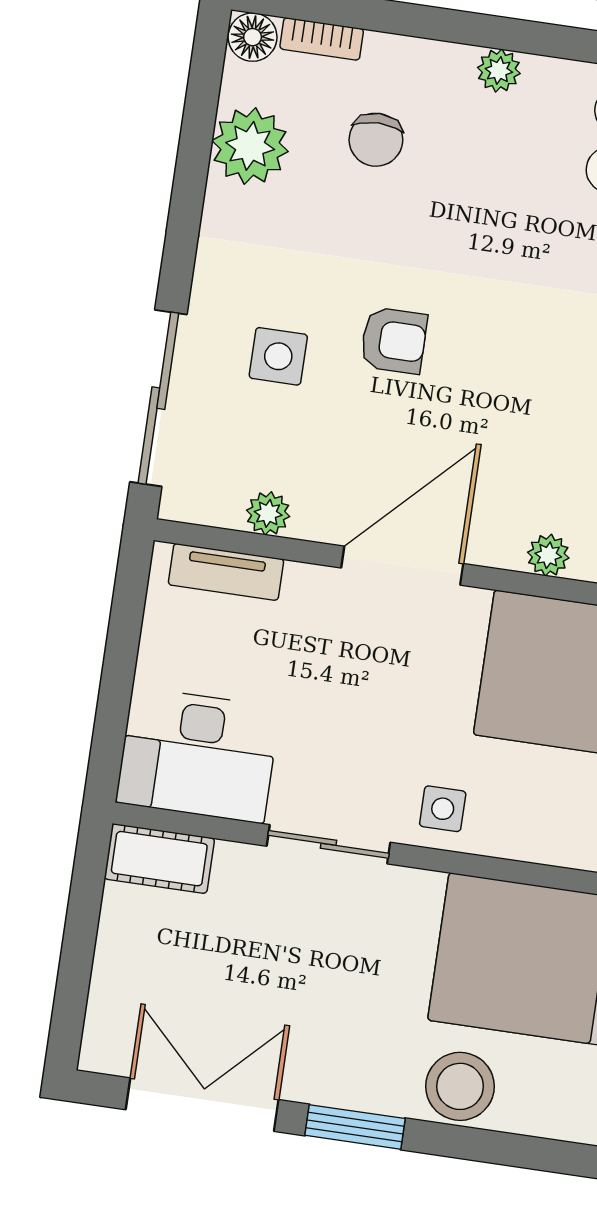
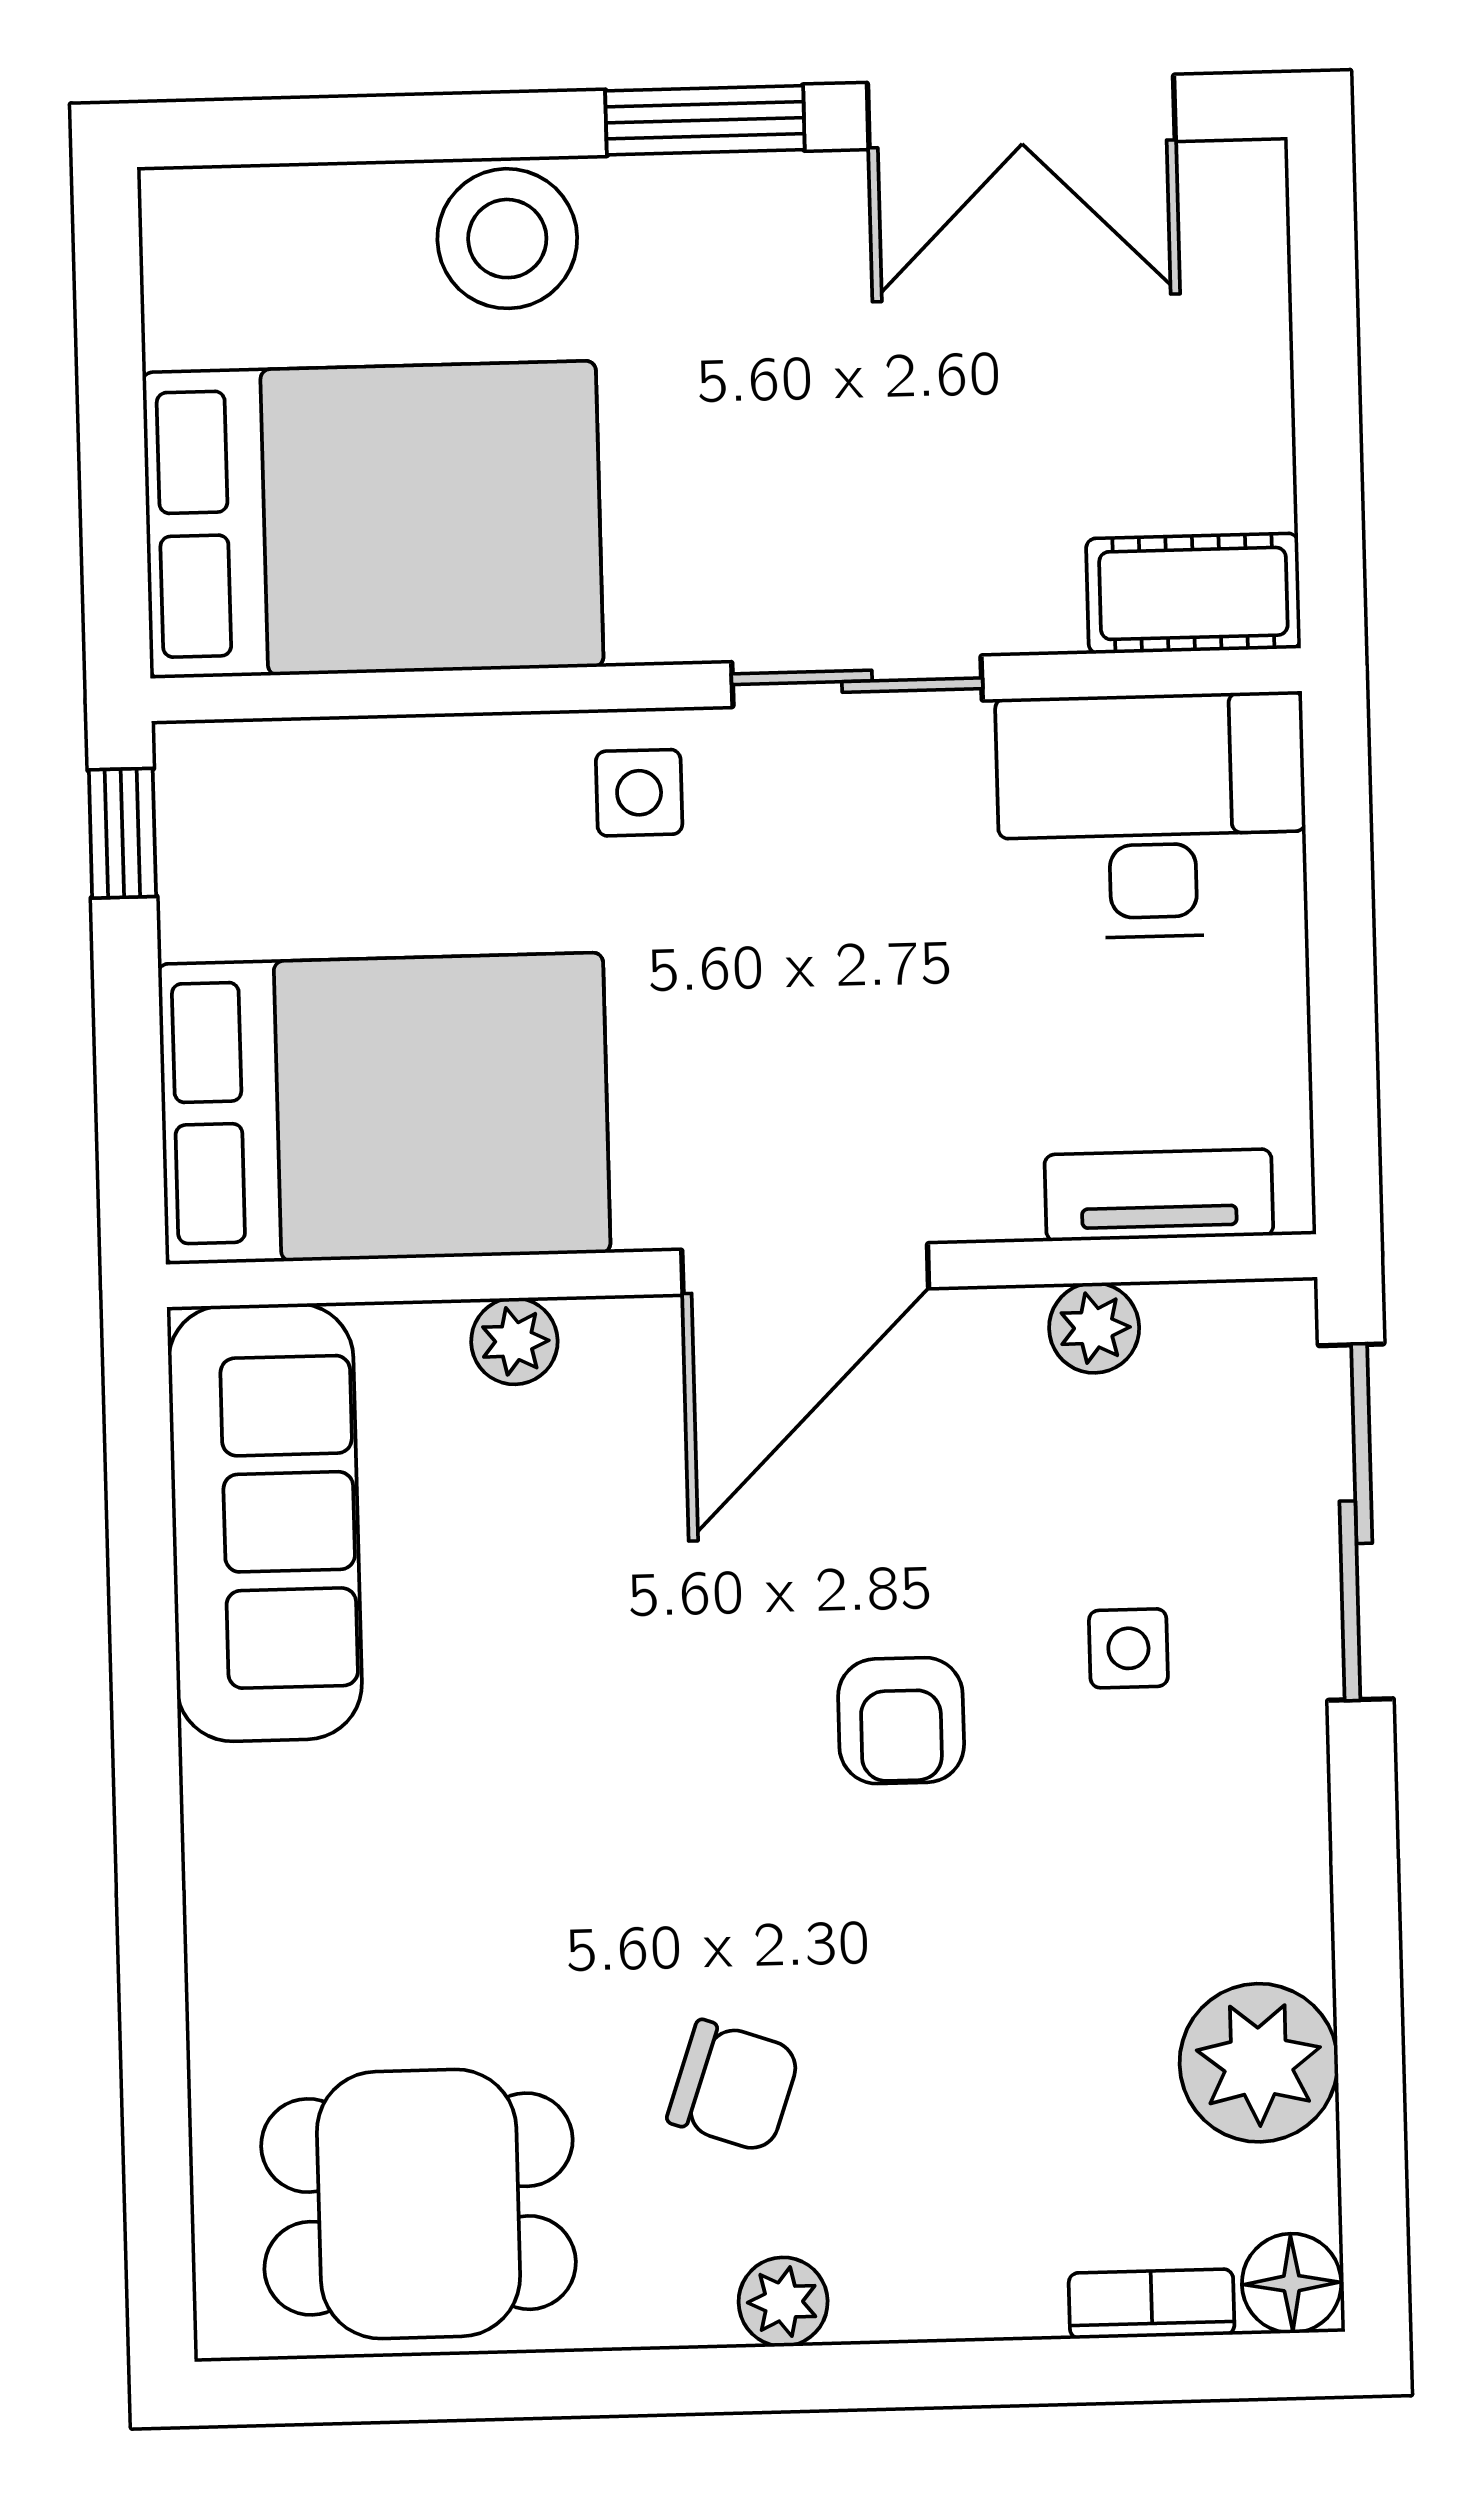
chair: (376, 140) -> (734, 2086), moved, turned 109
armchair: (394, 340) -> (901, 1721), turned -90
side table: (278, 356) -> (1128, 1648), width x0.73, depth x0.73

